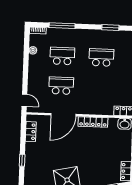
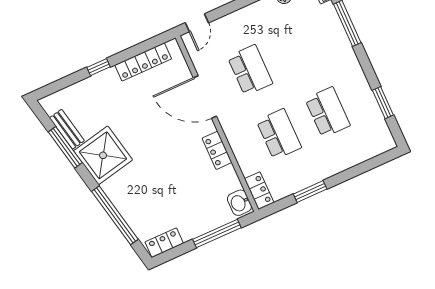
school desk: (62, 56) -> (279, 134), moved
locker: (93, 122) -> (217, 150), width x0.66
locker: (31, 132) -> (143, 62), width x1.53

